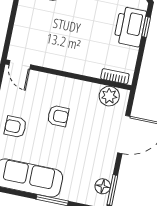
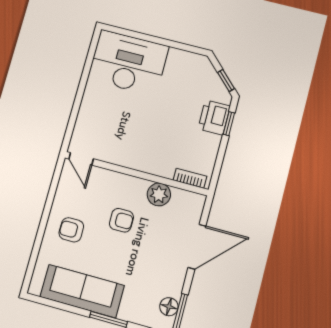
printer: (130, 27) -> (214, 117), width x0.73, depth x0.84
plant: (109, 96) -> (159, 194), moved

